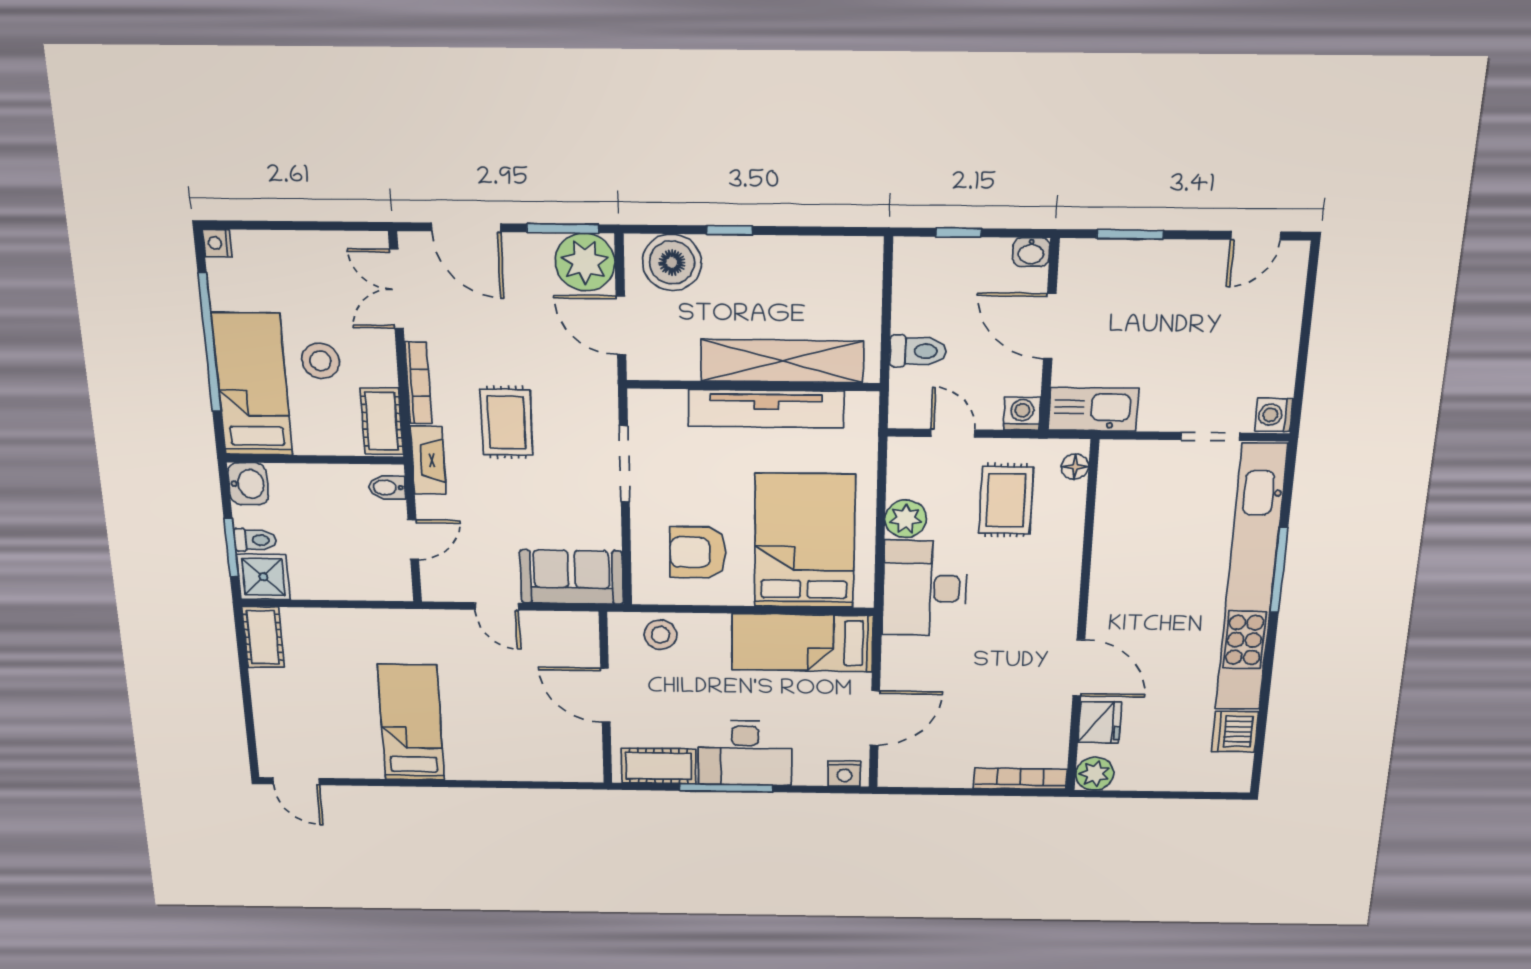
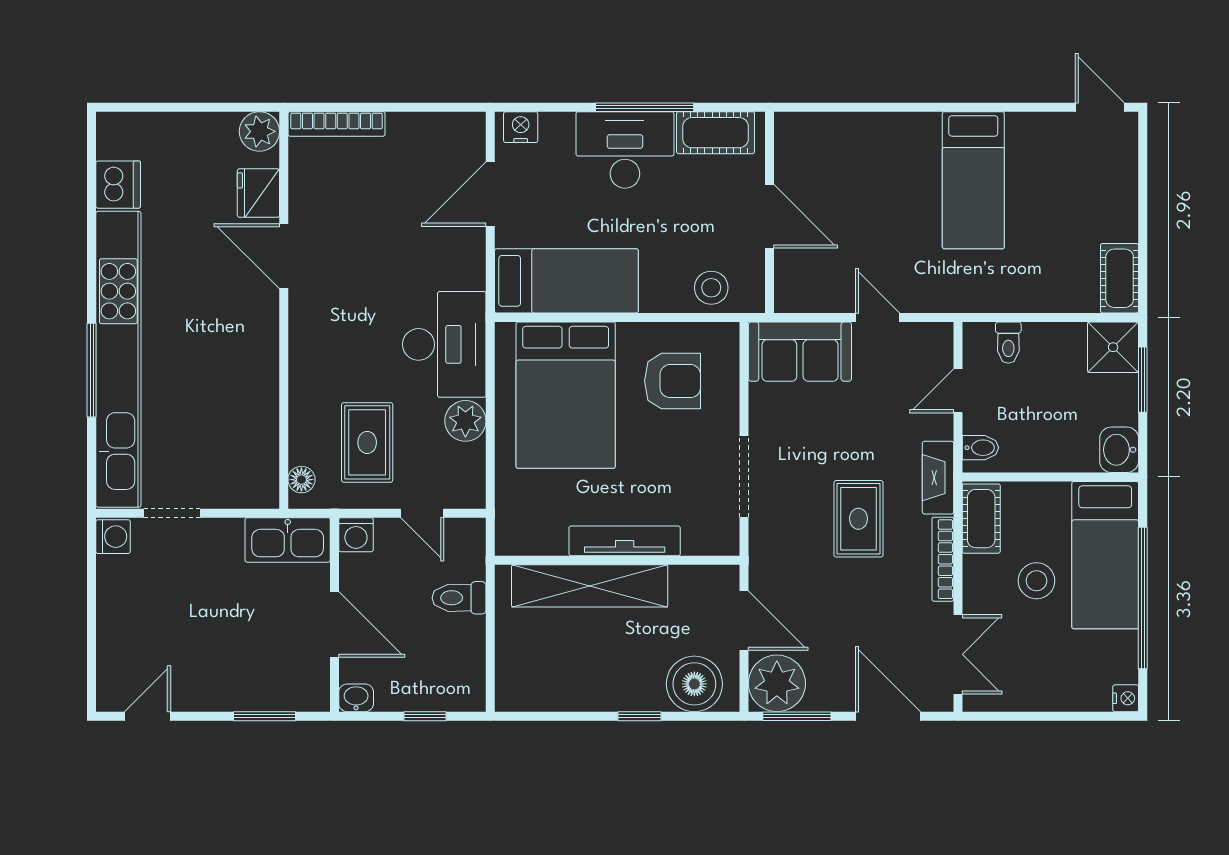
tv unit: (766, 409) -> (625, 541), width x0.73, depth x0.78
toilet: (255, 540) -> (1008, 343), moved, turned -90

